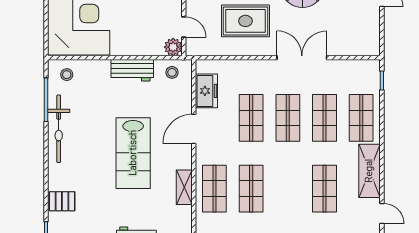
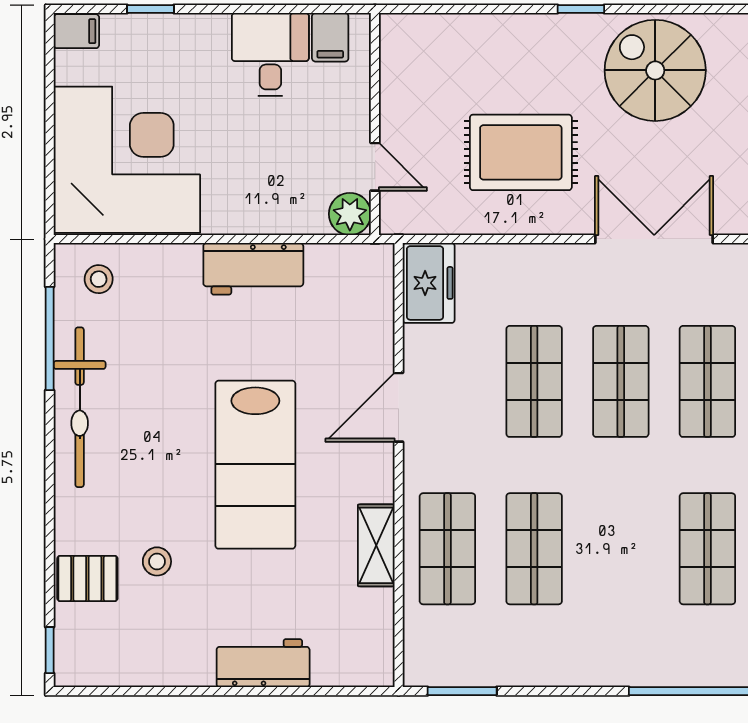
stool: (172, 72) -> (157, 561), moved
freezer: (206, 91) -> (429, 283), moved

